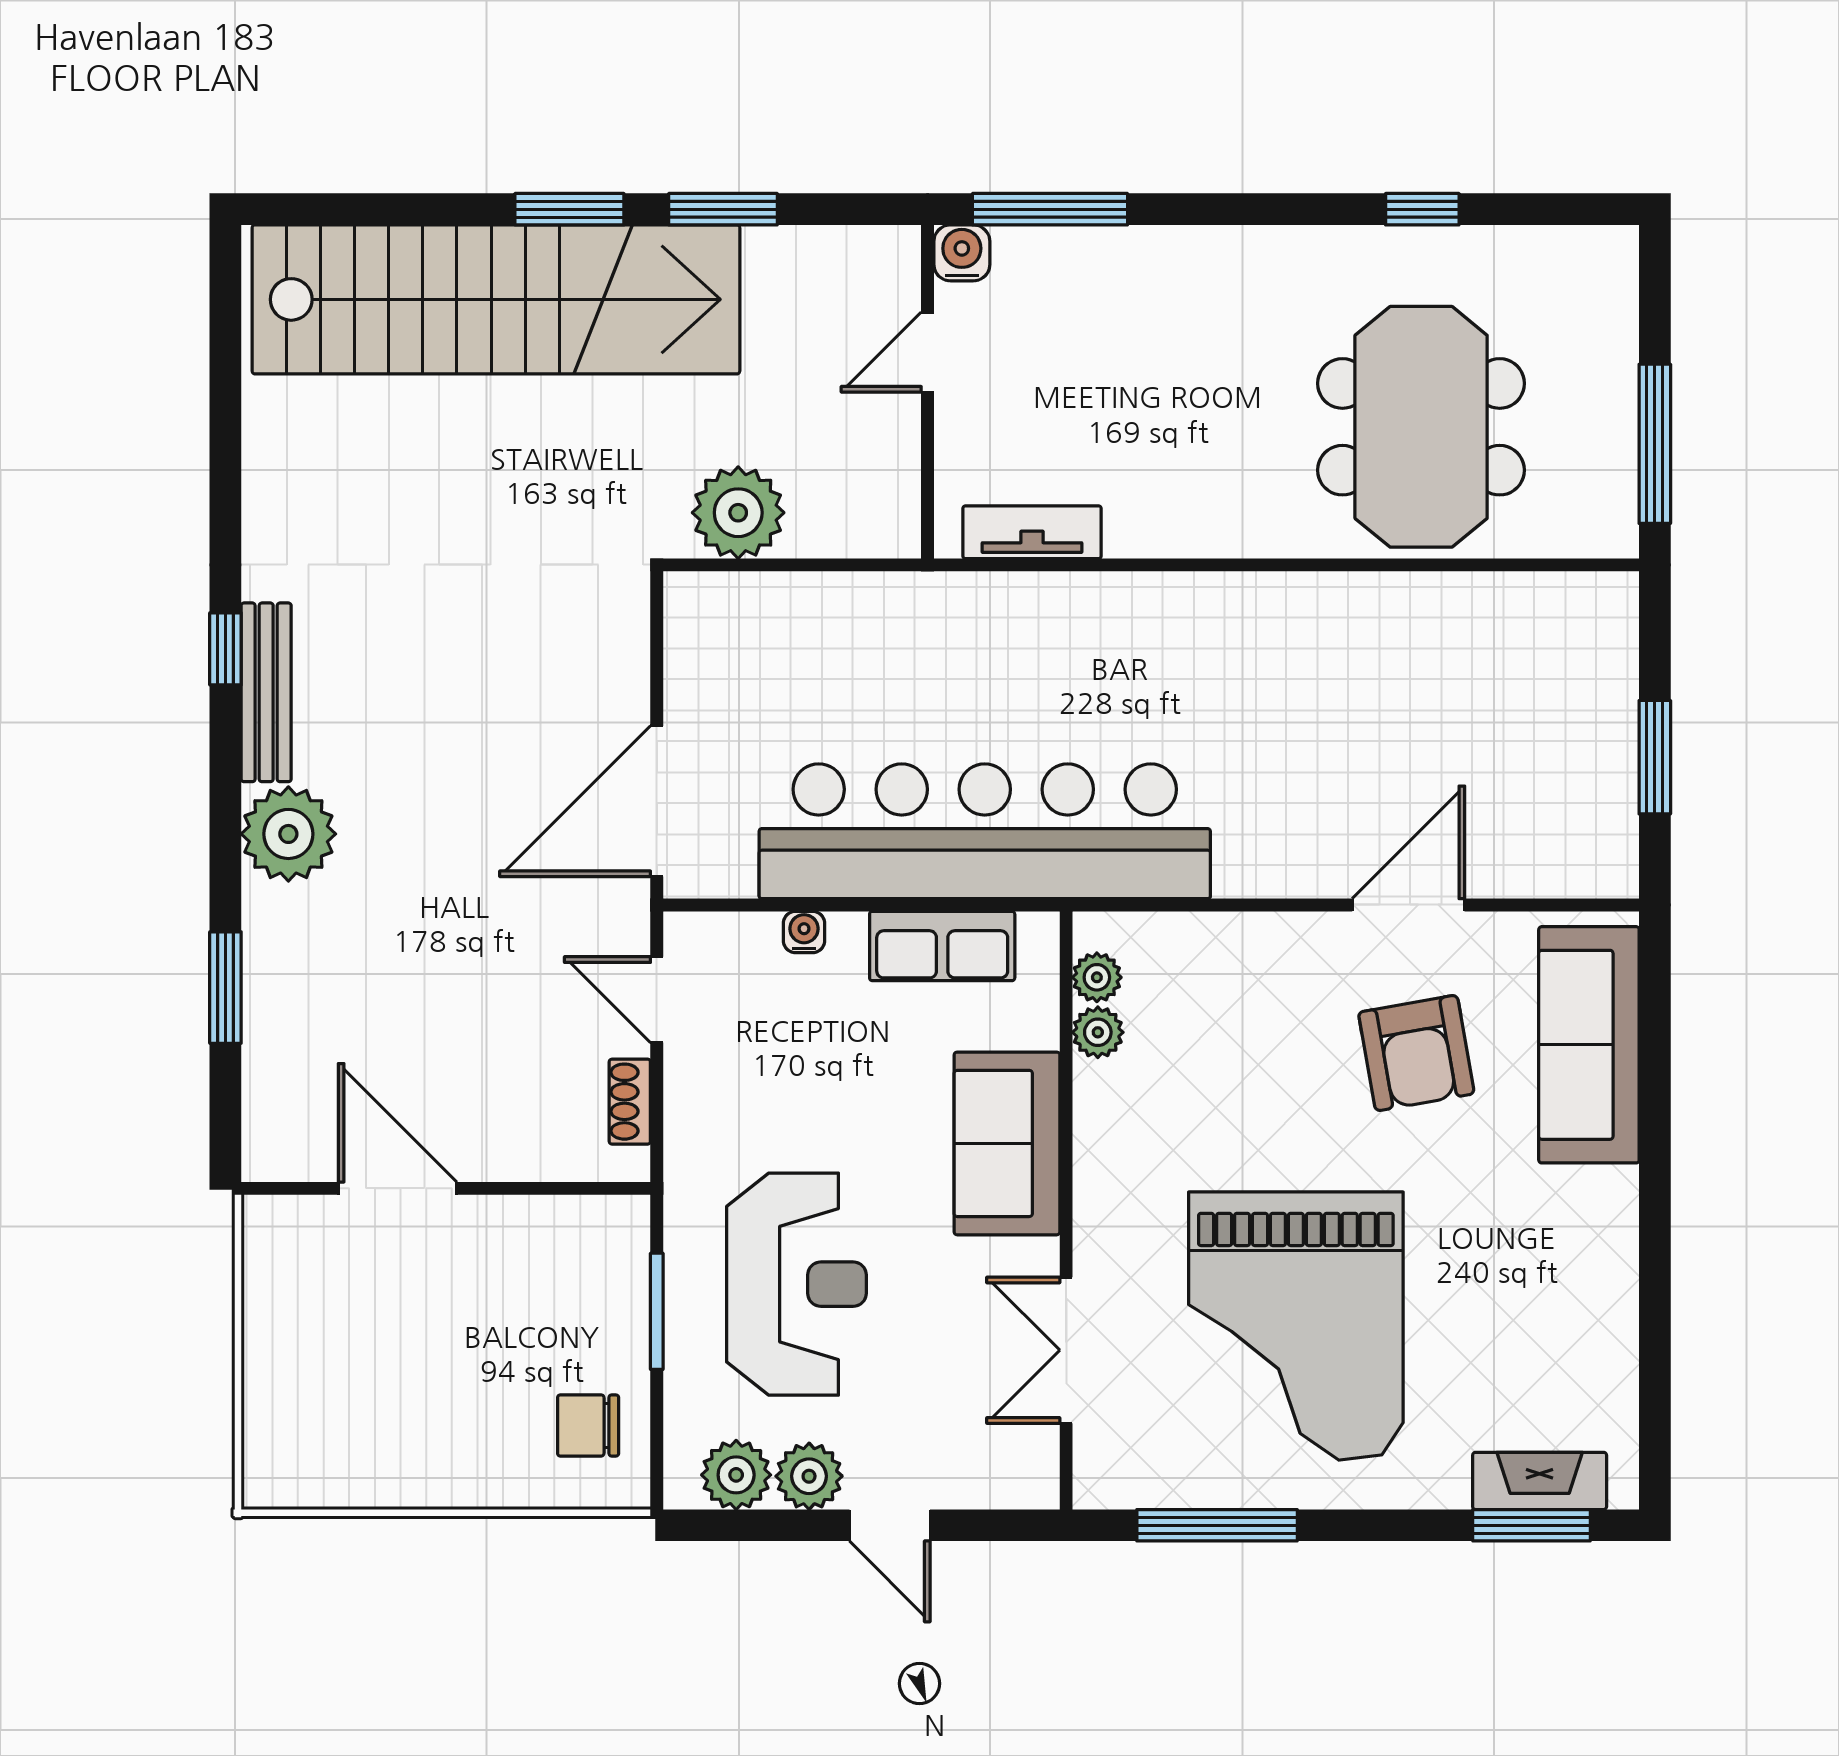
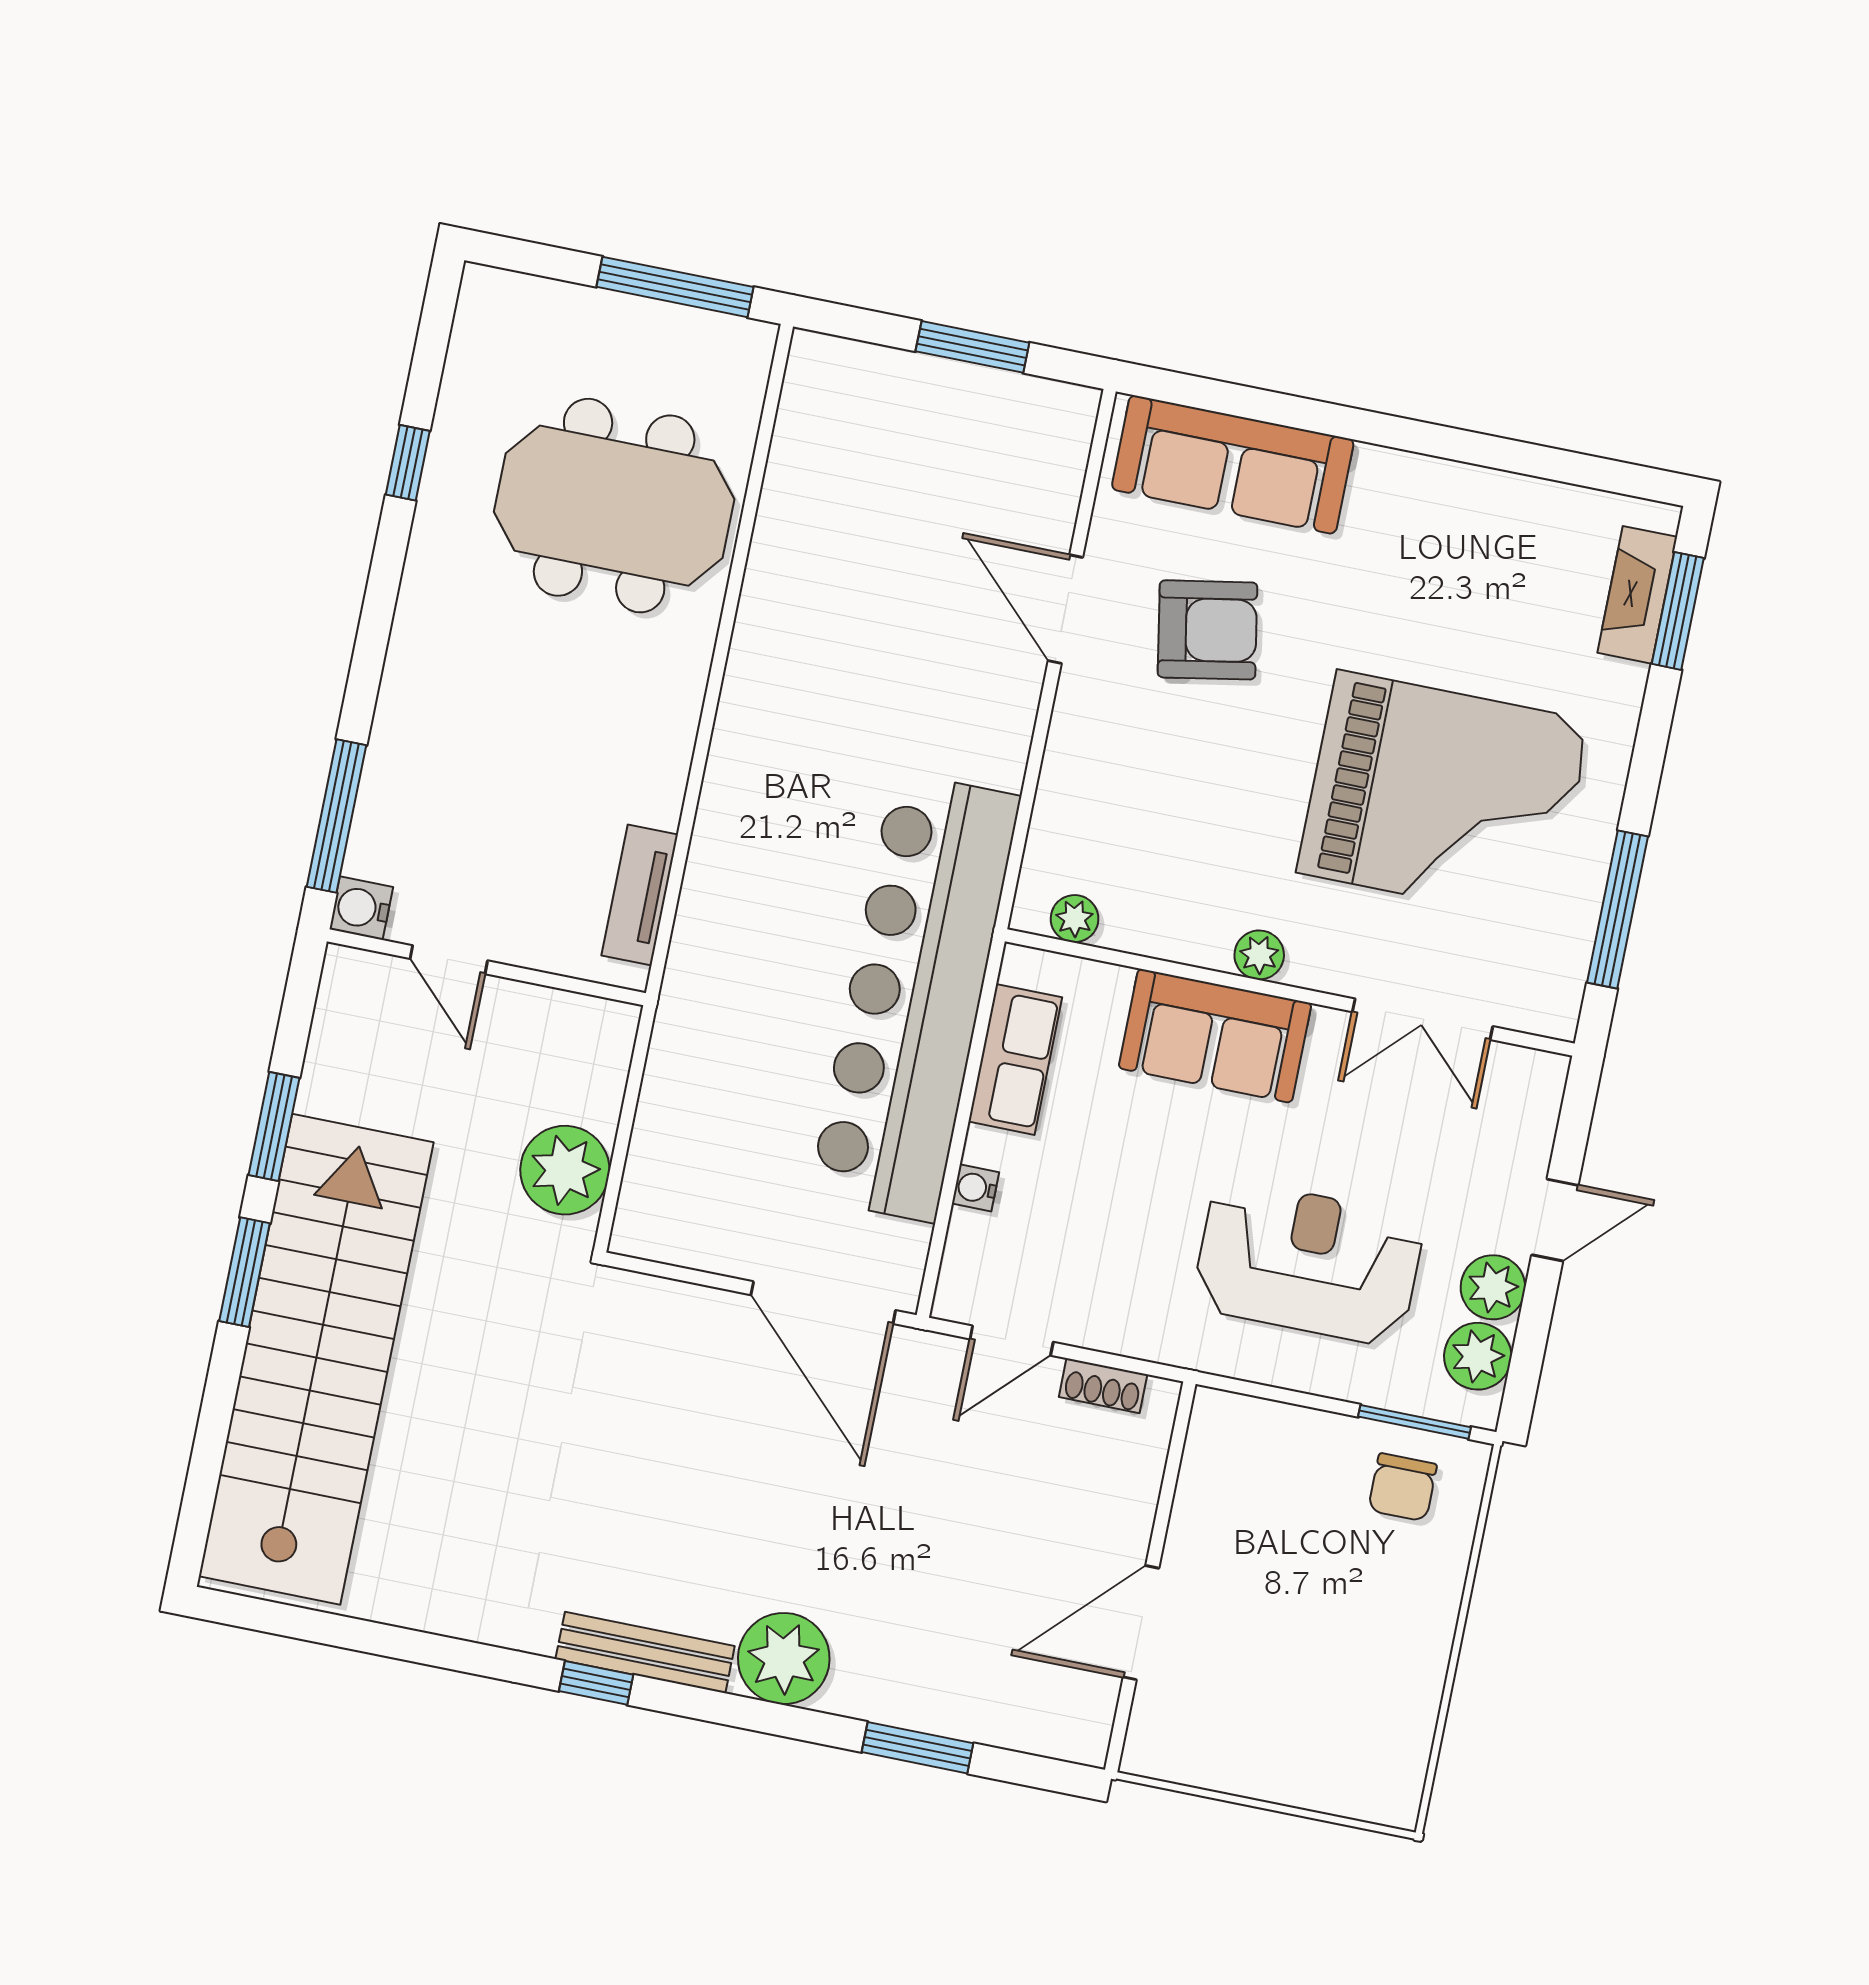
plant: (1098, 1032) -> (1259, 955), moved
window: (657, 1311) -> (1415, 1422), moved

